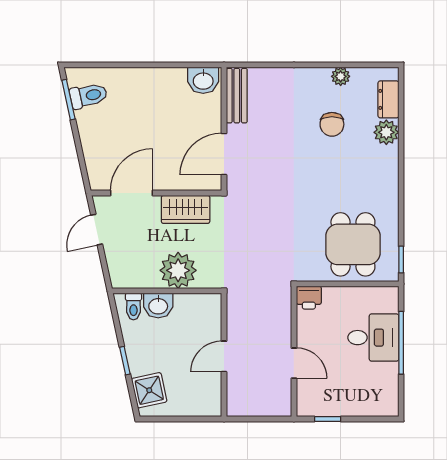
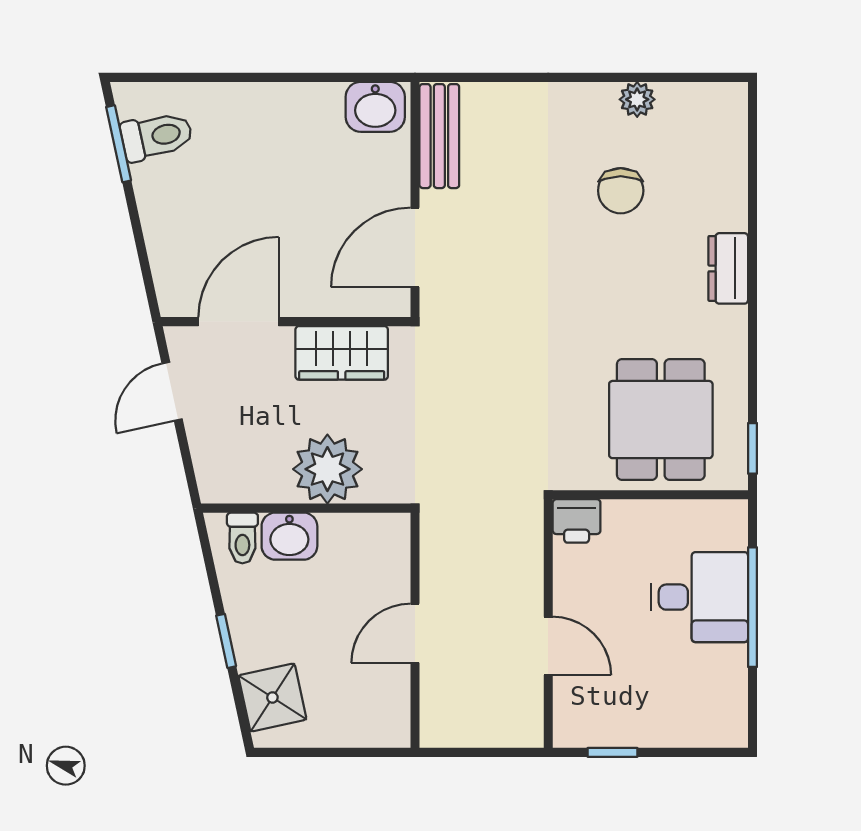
dresser: (388, 99) -> (728, 268), moved
plant: (386, 132) -> (724, 206), removed

